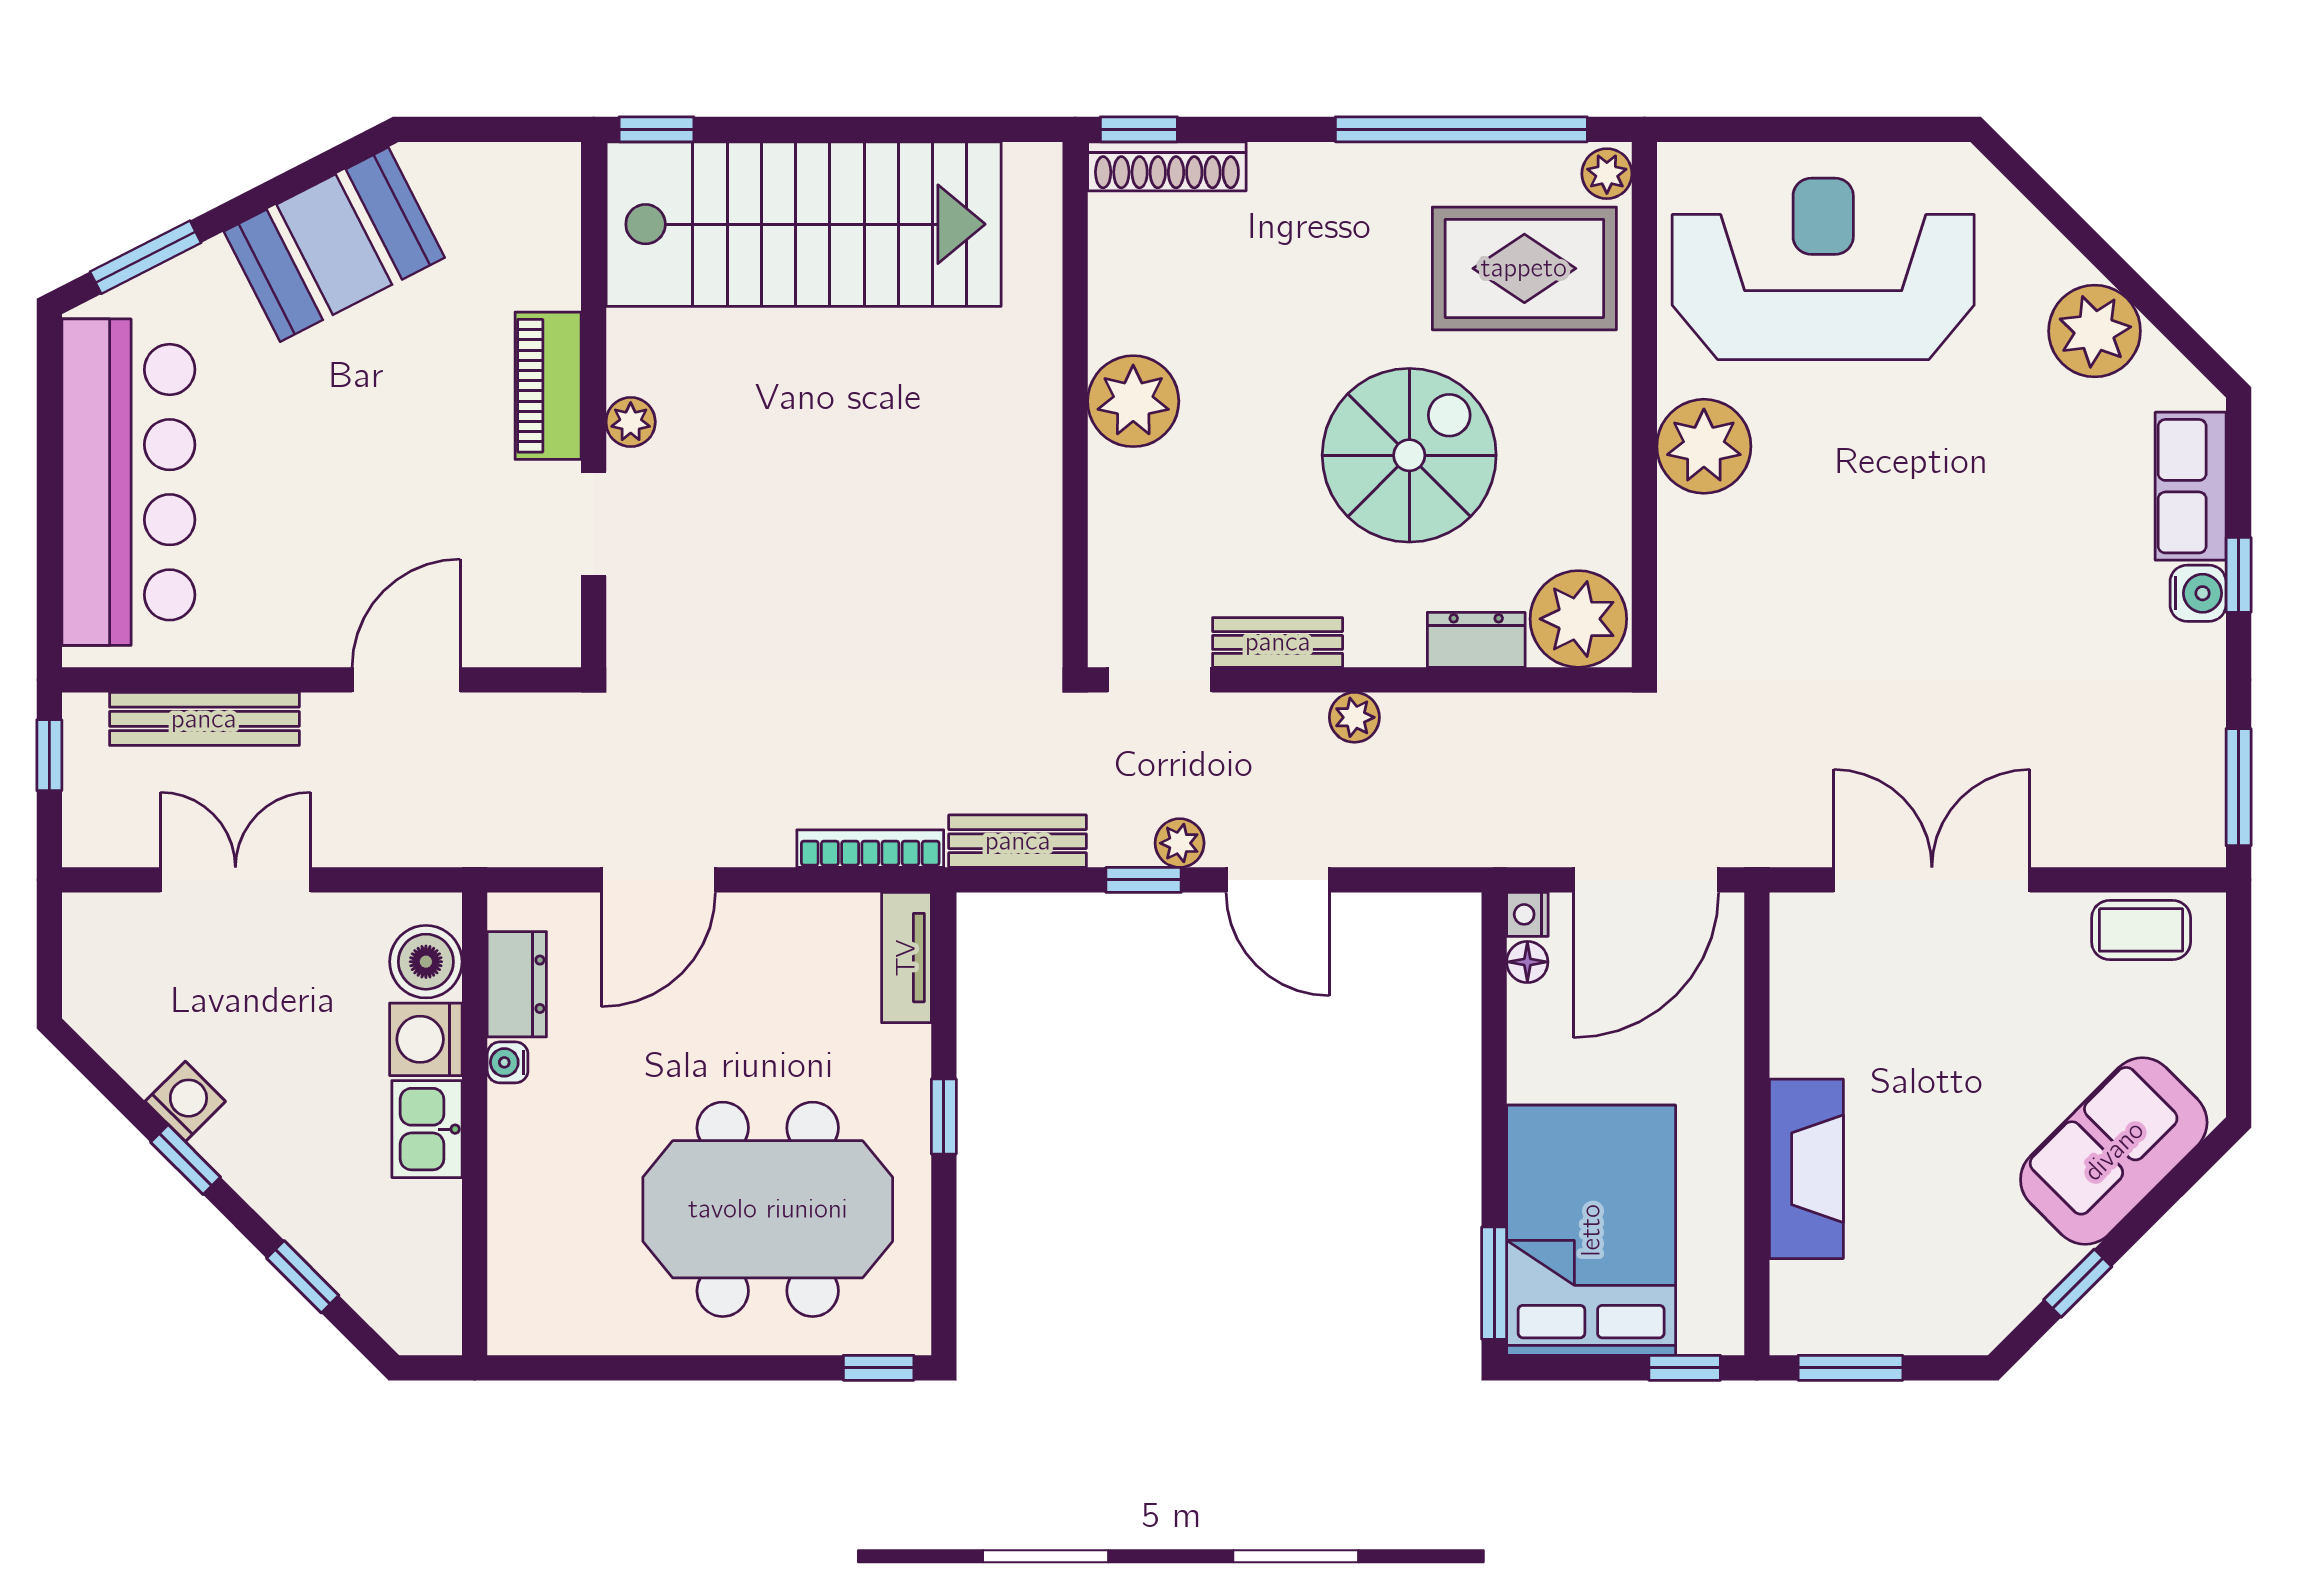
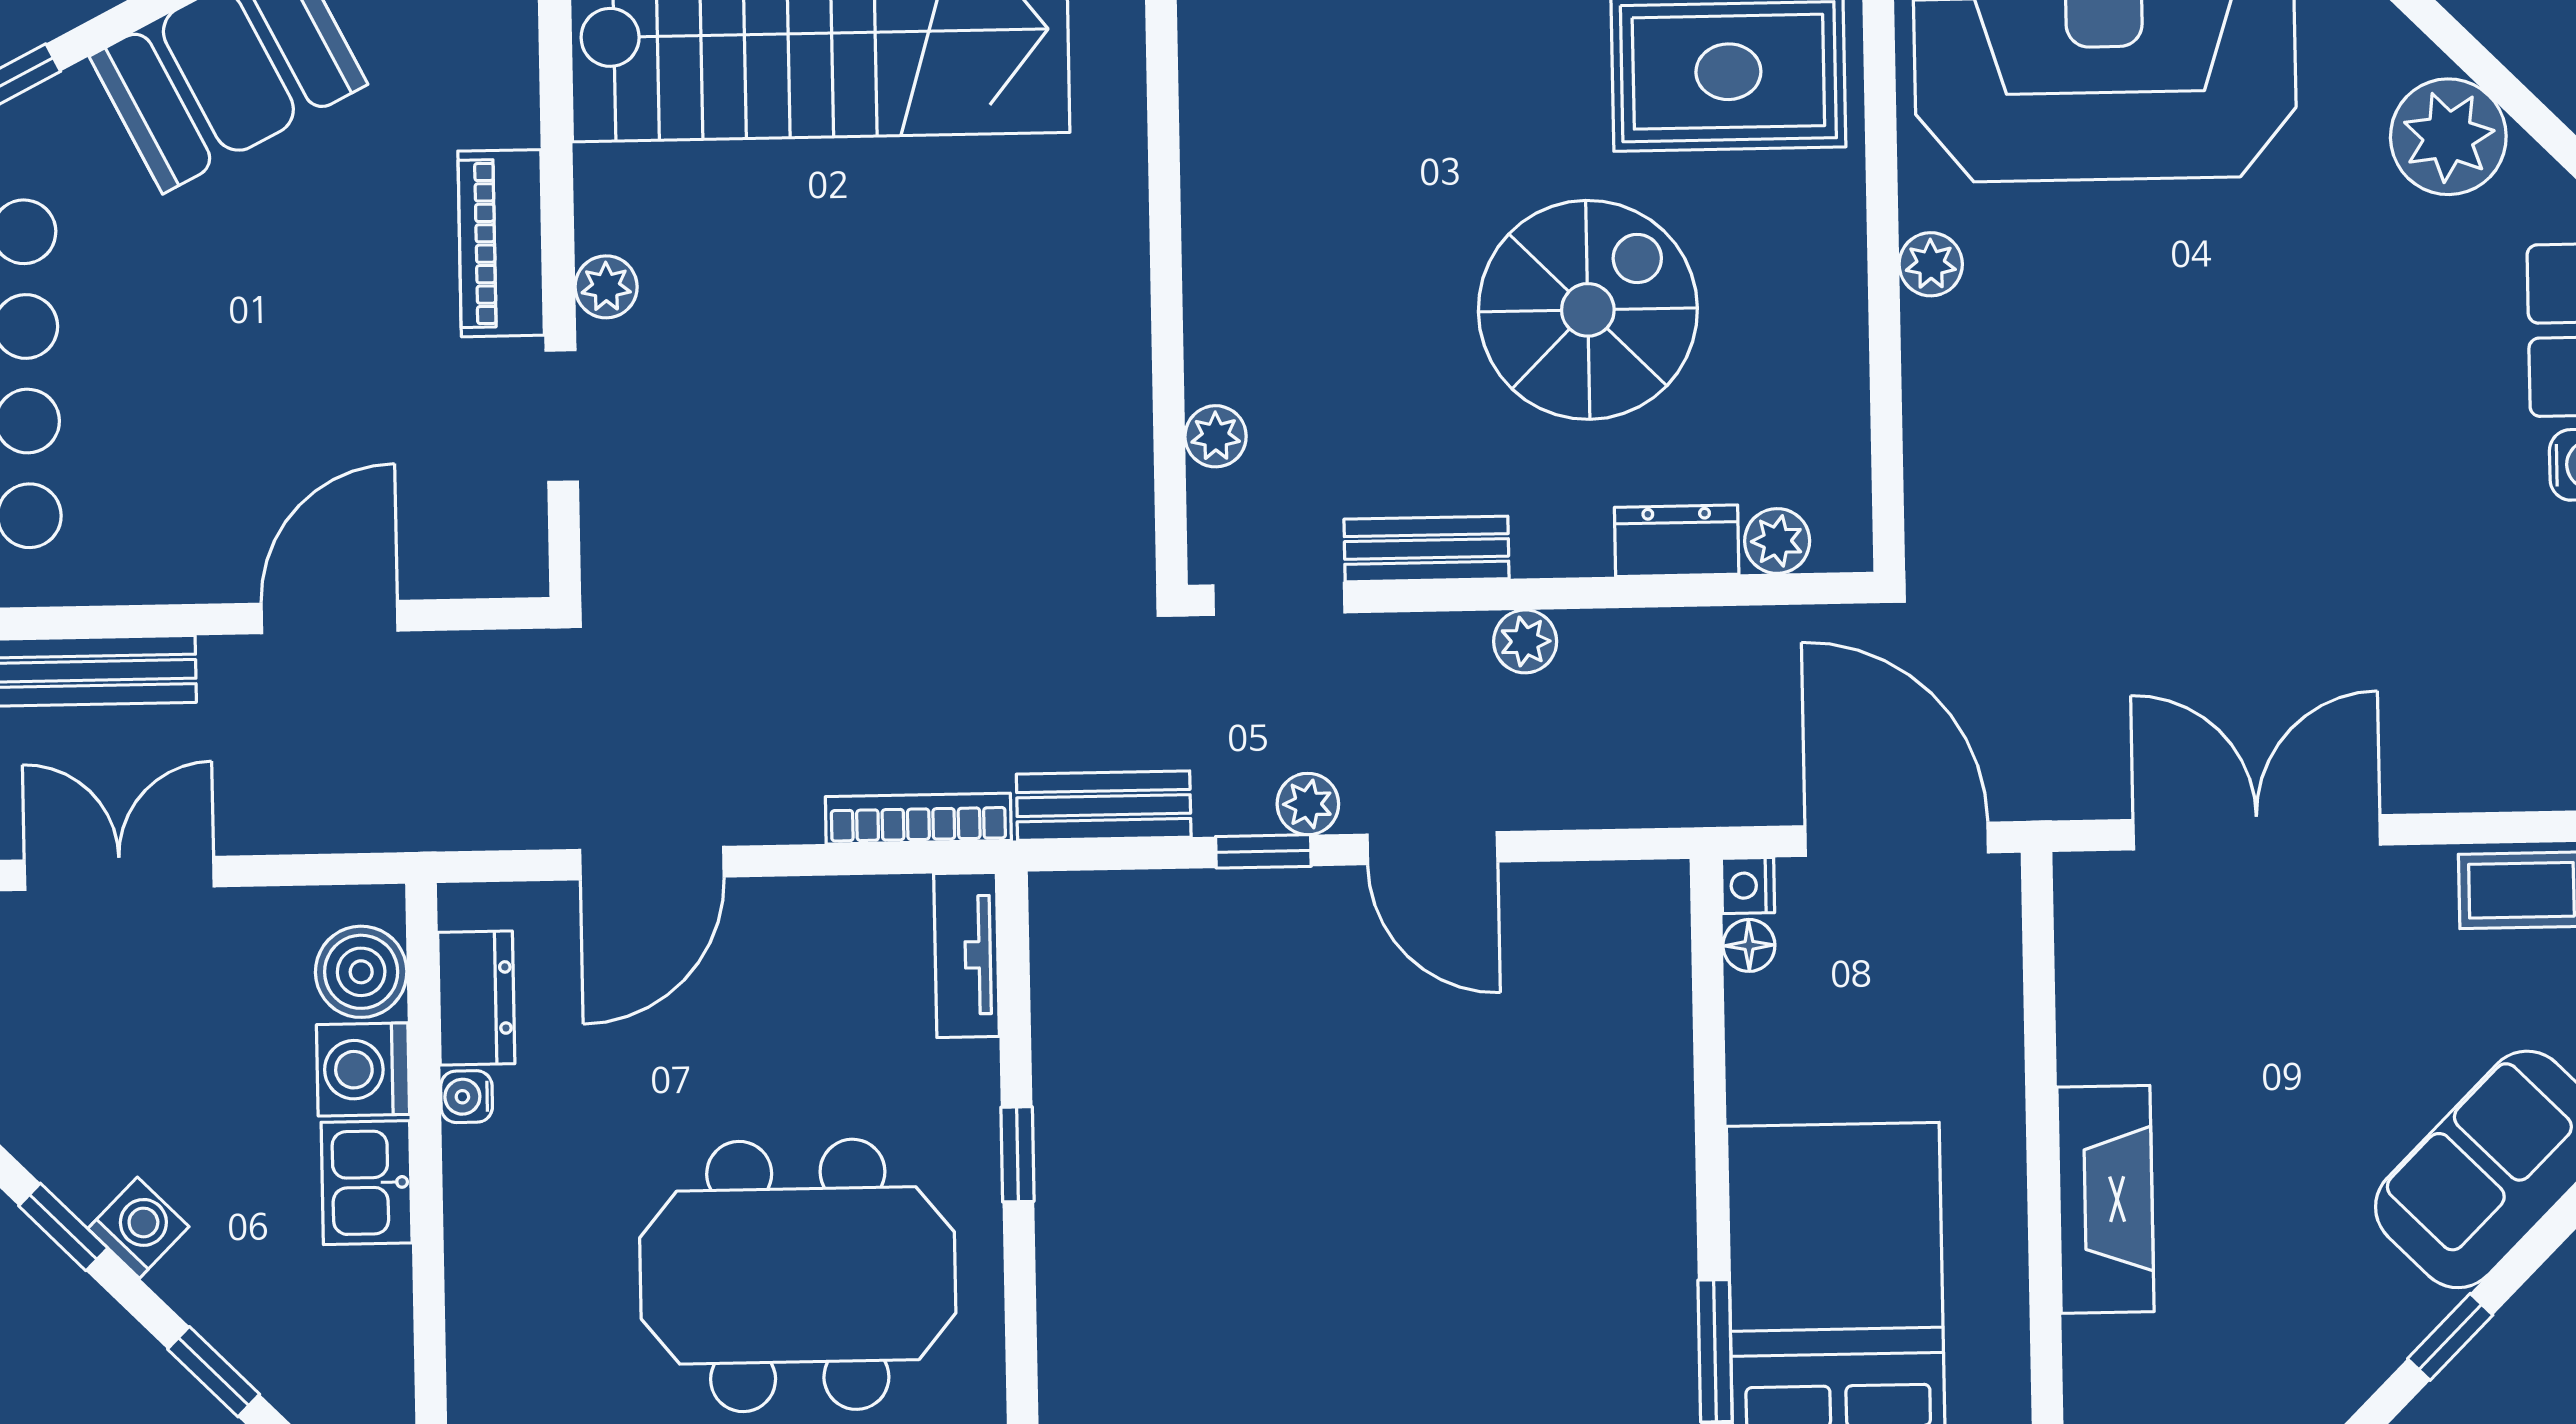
plant: (1133, 401) -> (1216, 436), moved, width x0.53, depth x0.53
plant: (1704, 446) -> (1931, 264), width x0.53, depth x0.53
plant: (1578, 619) -> (1777, 541), width x0.53, depth x0.53
door: (1646, 880) -> (1897, 839), swing flipped
washing machine: (185, 1101) -> (138, 1228), moved

